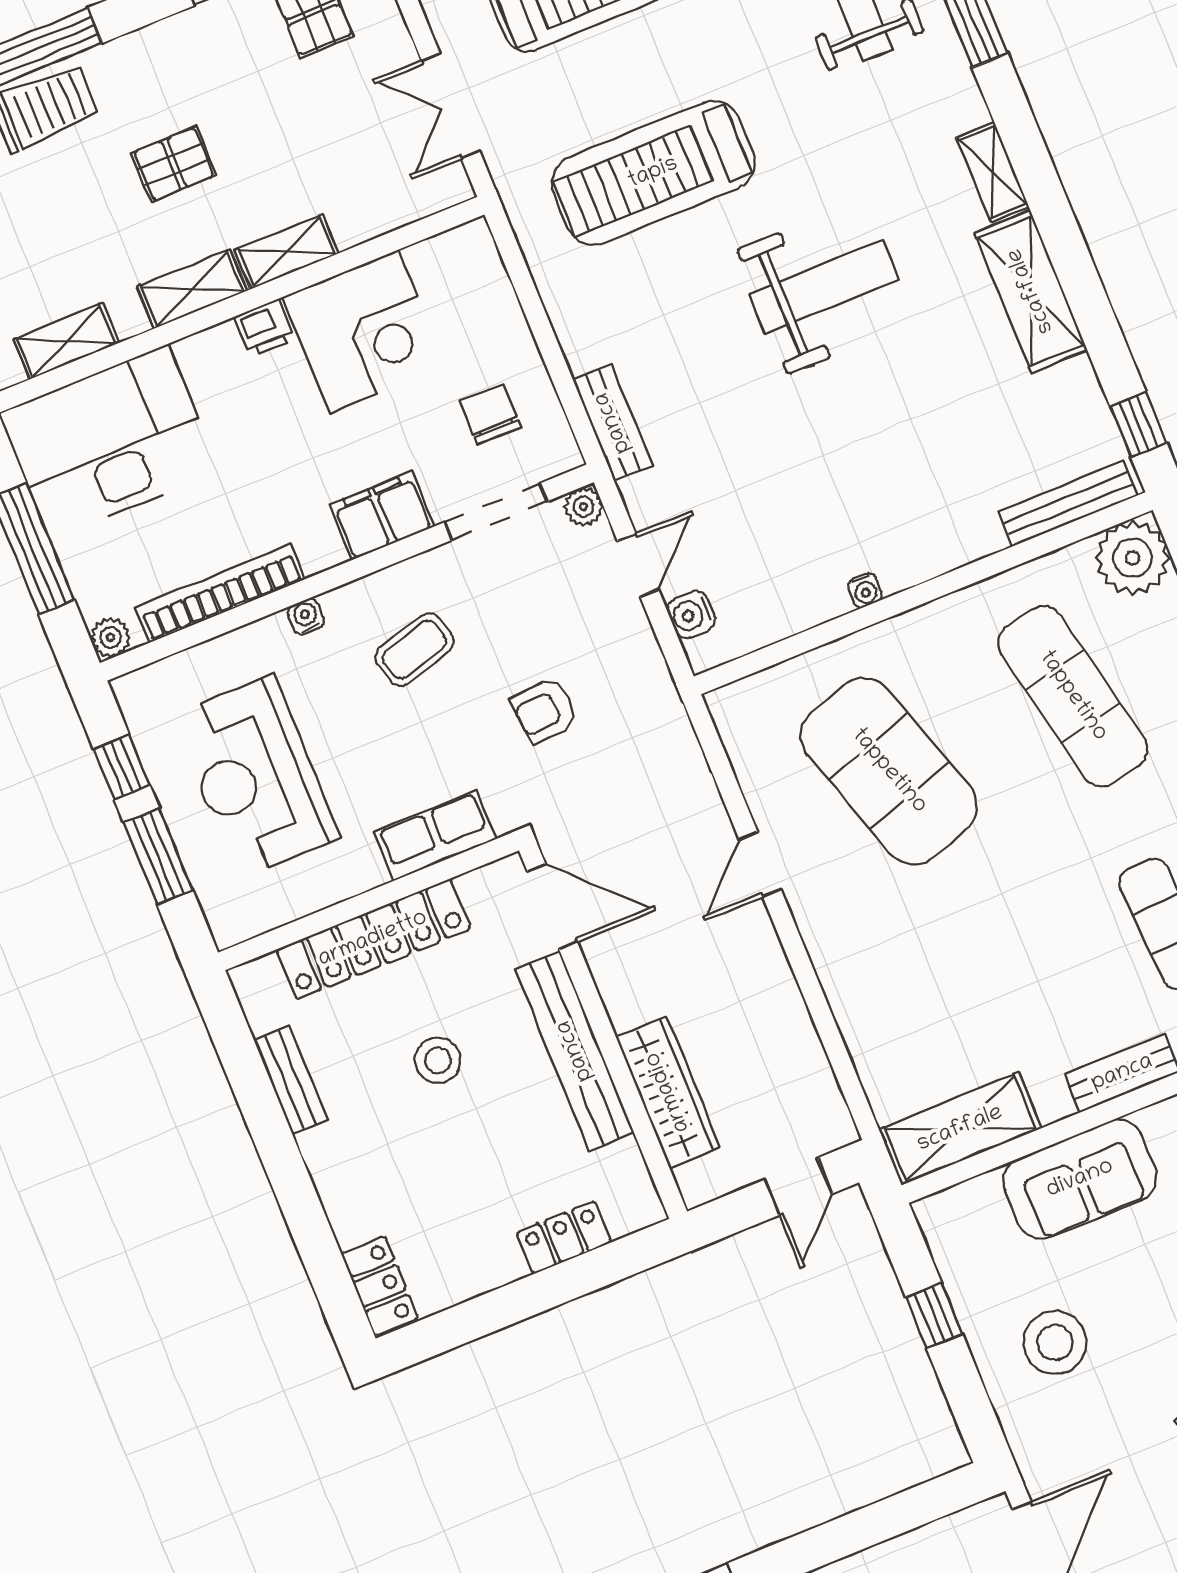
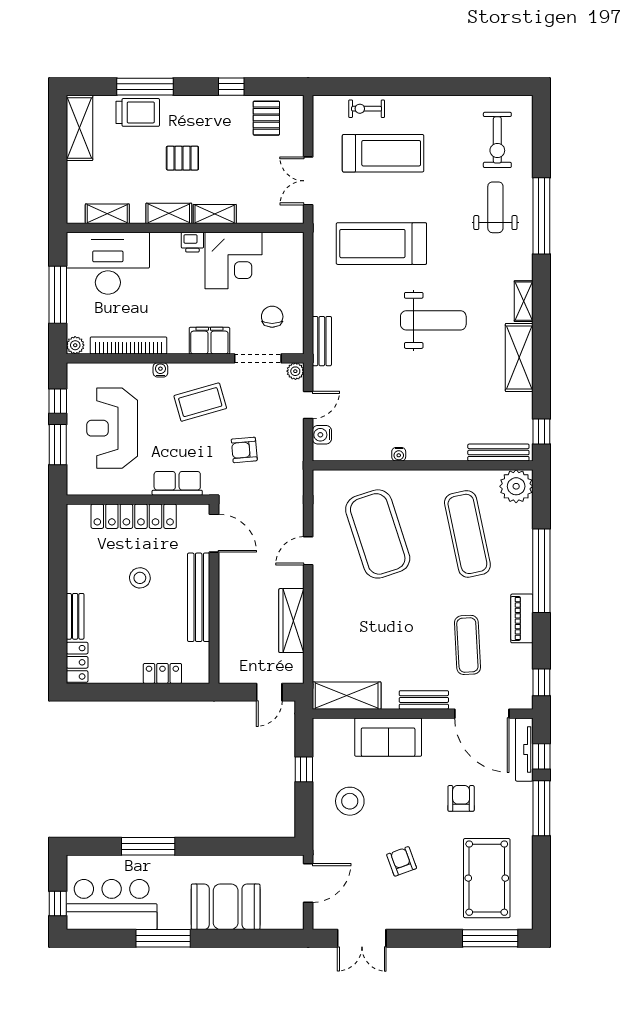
coffee table: (414, 650) -> (200, 402), width x1.36, depth x1.30
bench: (291, 1080) -> (75, 616), moved
wardrobe: (668, 1092) -> (291, 621), moved, turned 180

